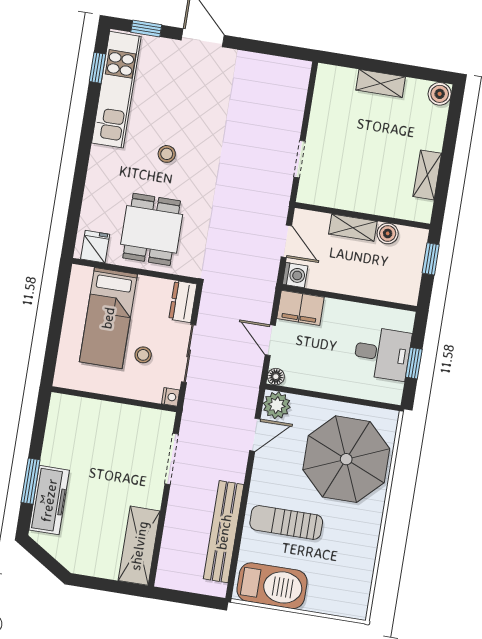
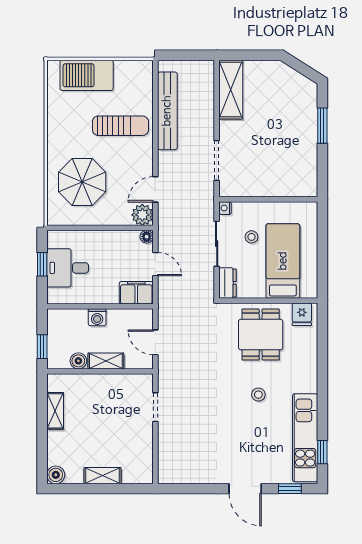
washing machine: (295, 275) -> (97, 317), moved, turned -90
parasol: (346, 459) -> (82, 182), width x0.73, depth x0.73
freezer: (49, 500) -> (306, 113), removed
barbecue: (272, 586) -> (87, 75), moved

